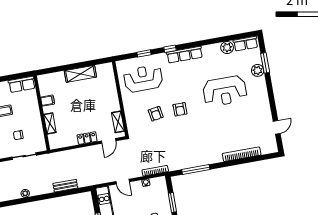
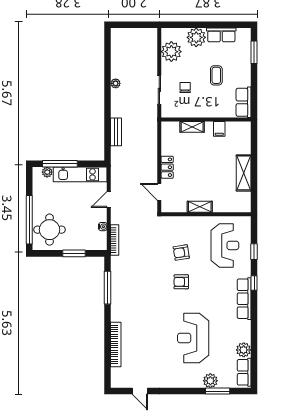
shelving: (118, 122) -> (200, 207), moved

